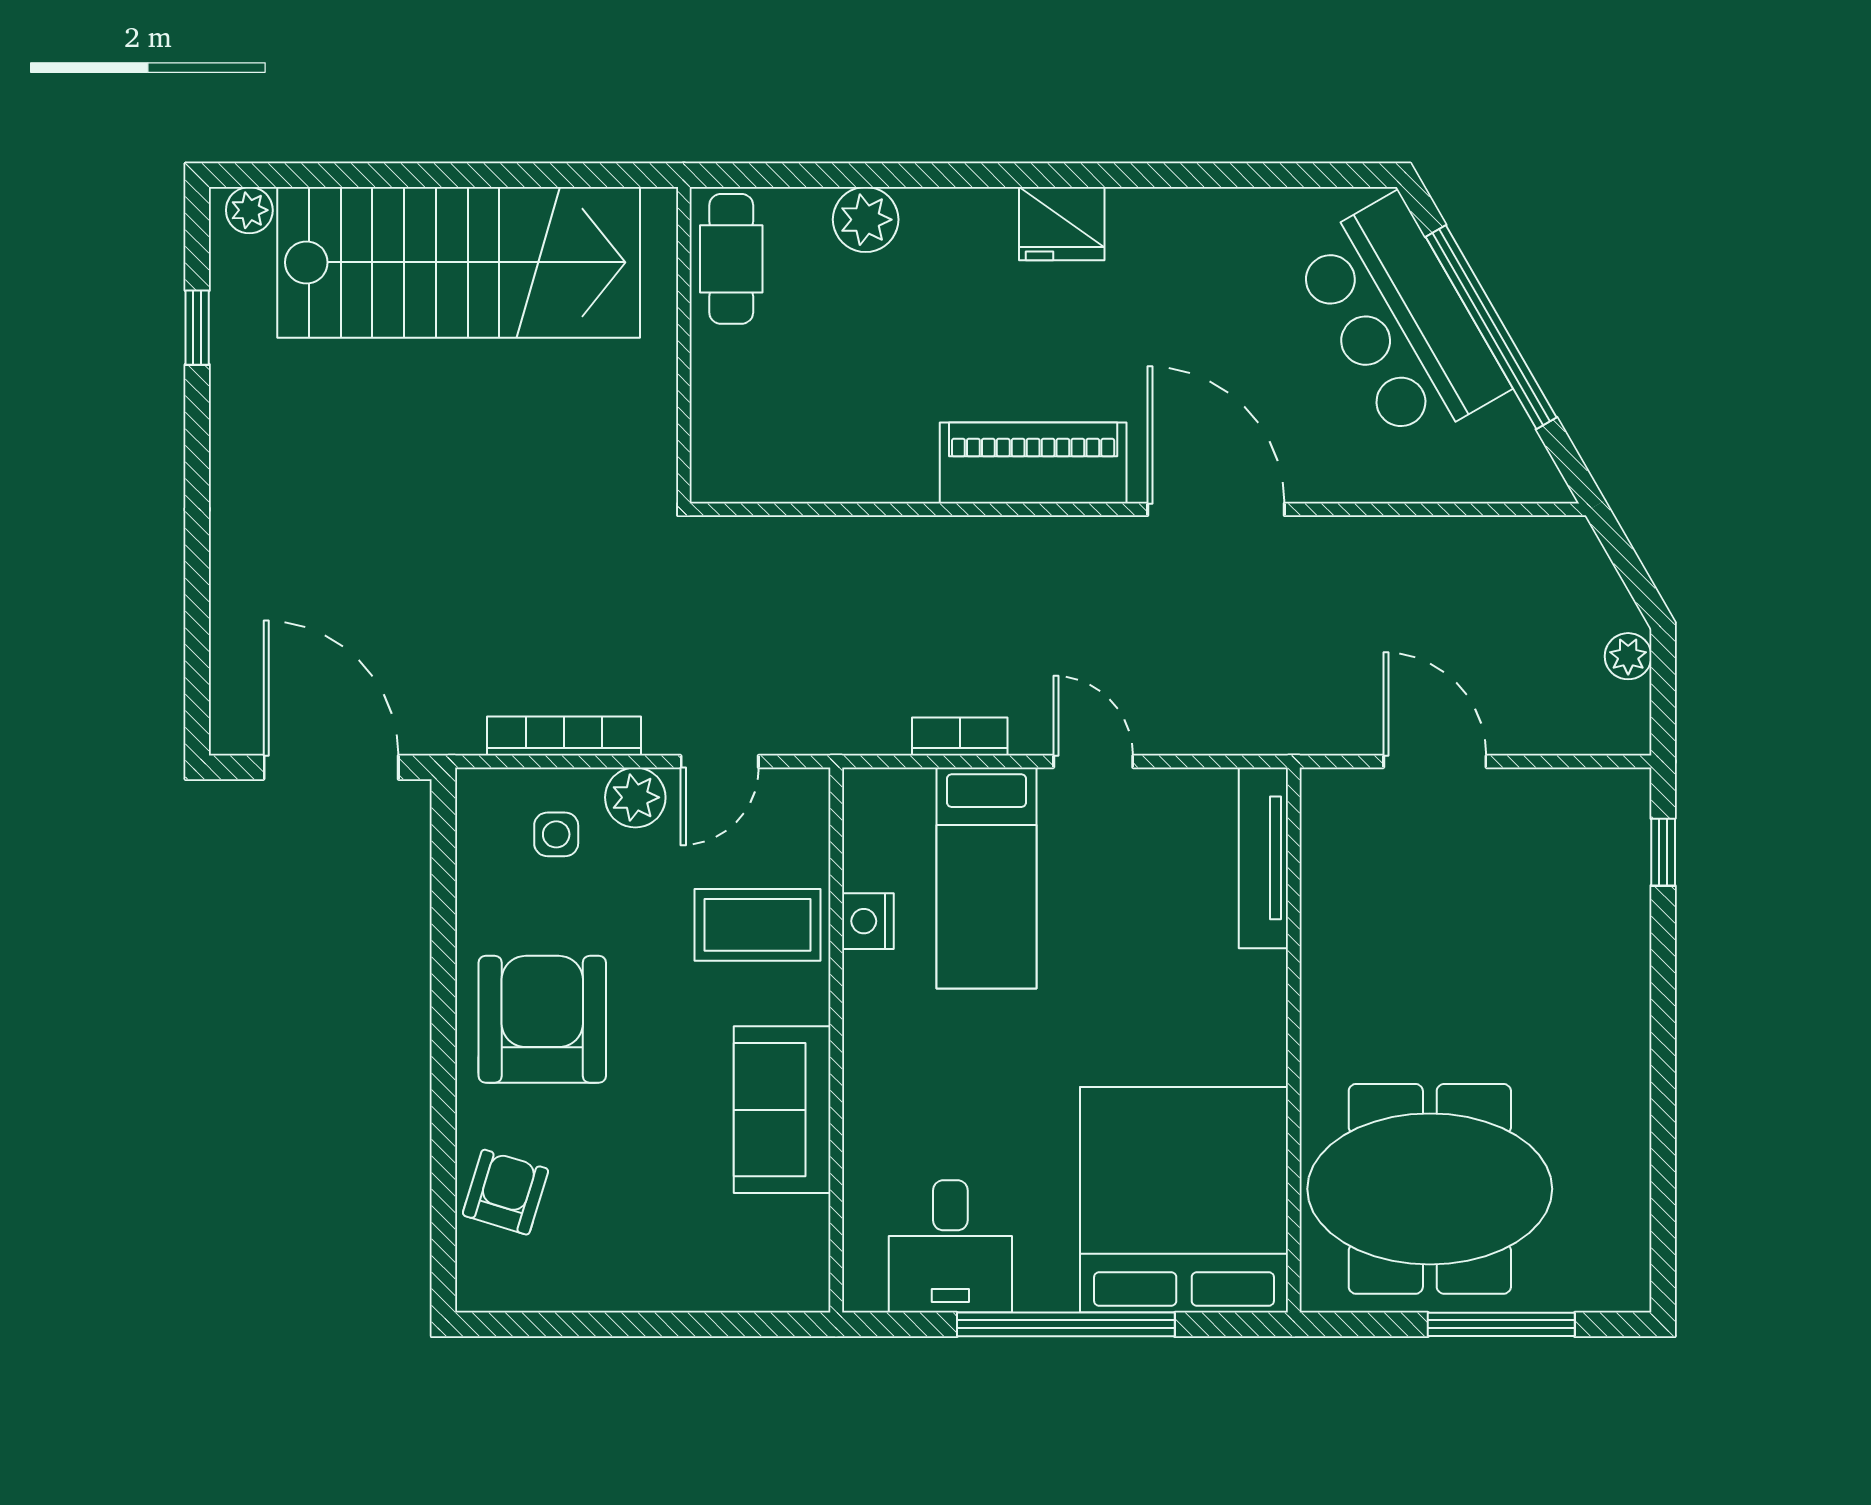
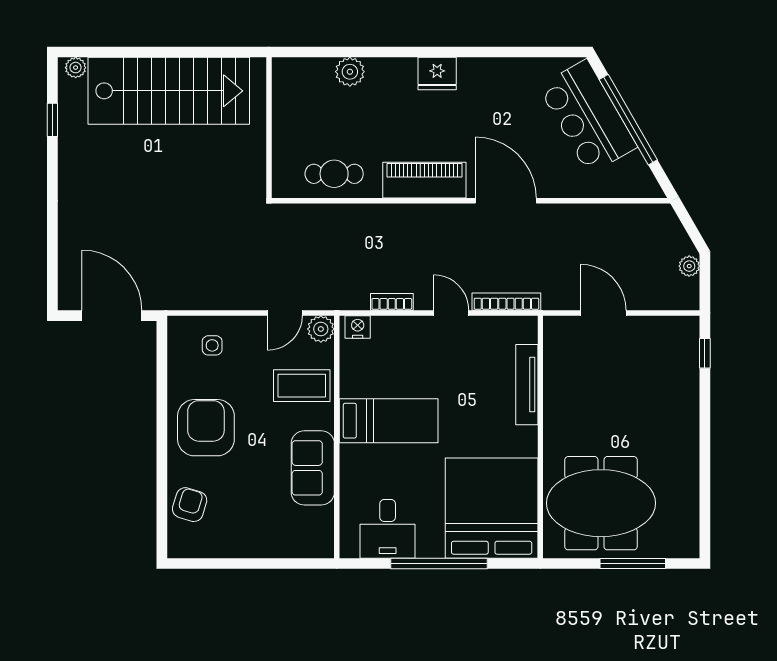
cafe table: (731, 259) -> (334, 174), moved, turned 90
bookcase: (564, 736) -> (506, 302), moved
plant: (635, 797) -> (321, 329), moved
tv unit: (1263, 858) -> (527, 385), moved
bed: (986, 878) -> (389, 421), moved, turned -90
nightstand: (868, 921) -> (358, 327), moved, turned 90

